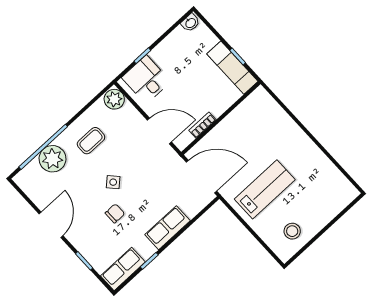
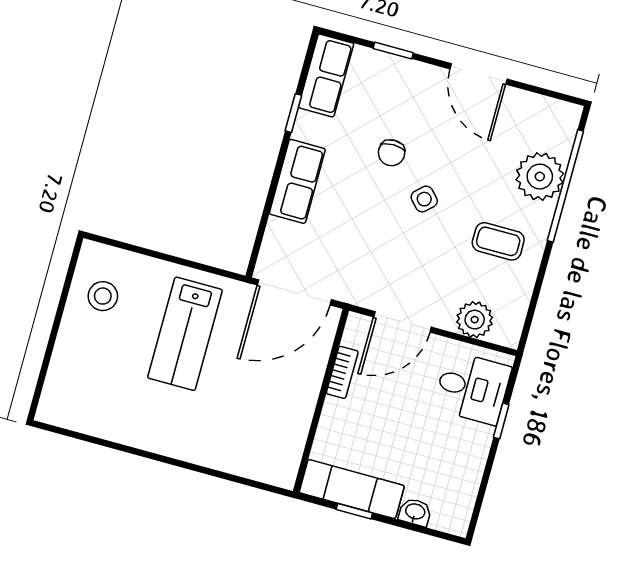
washbasin: (190, 23) -> (415, 512), moved, turned 90
plant: (114, 99) -> (475, 320), moved
coffee table: (91, 141) -> (498, 241), turned 90

